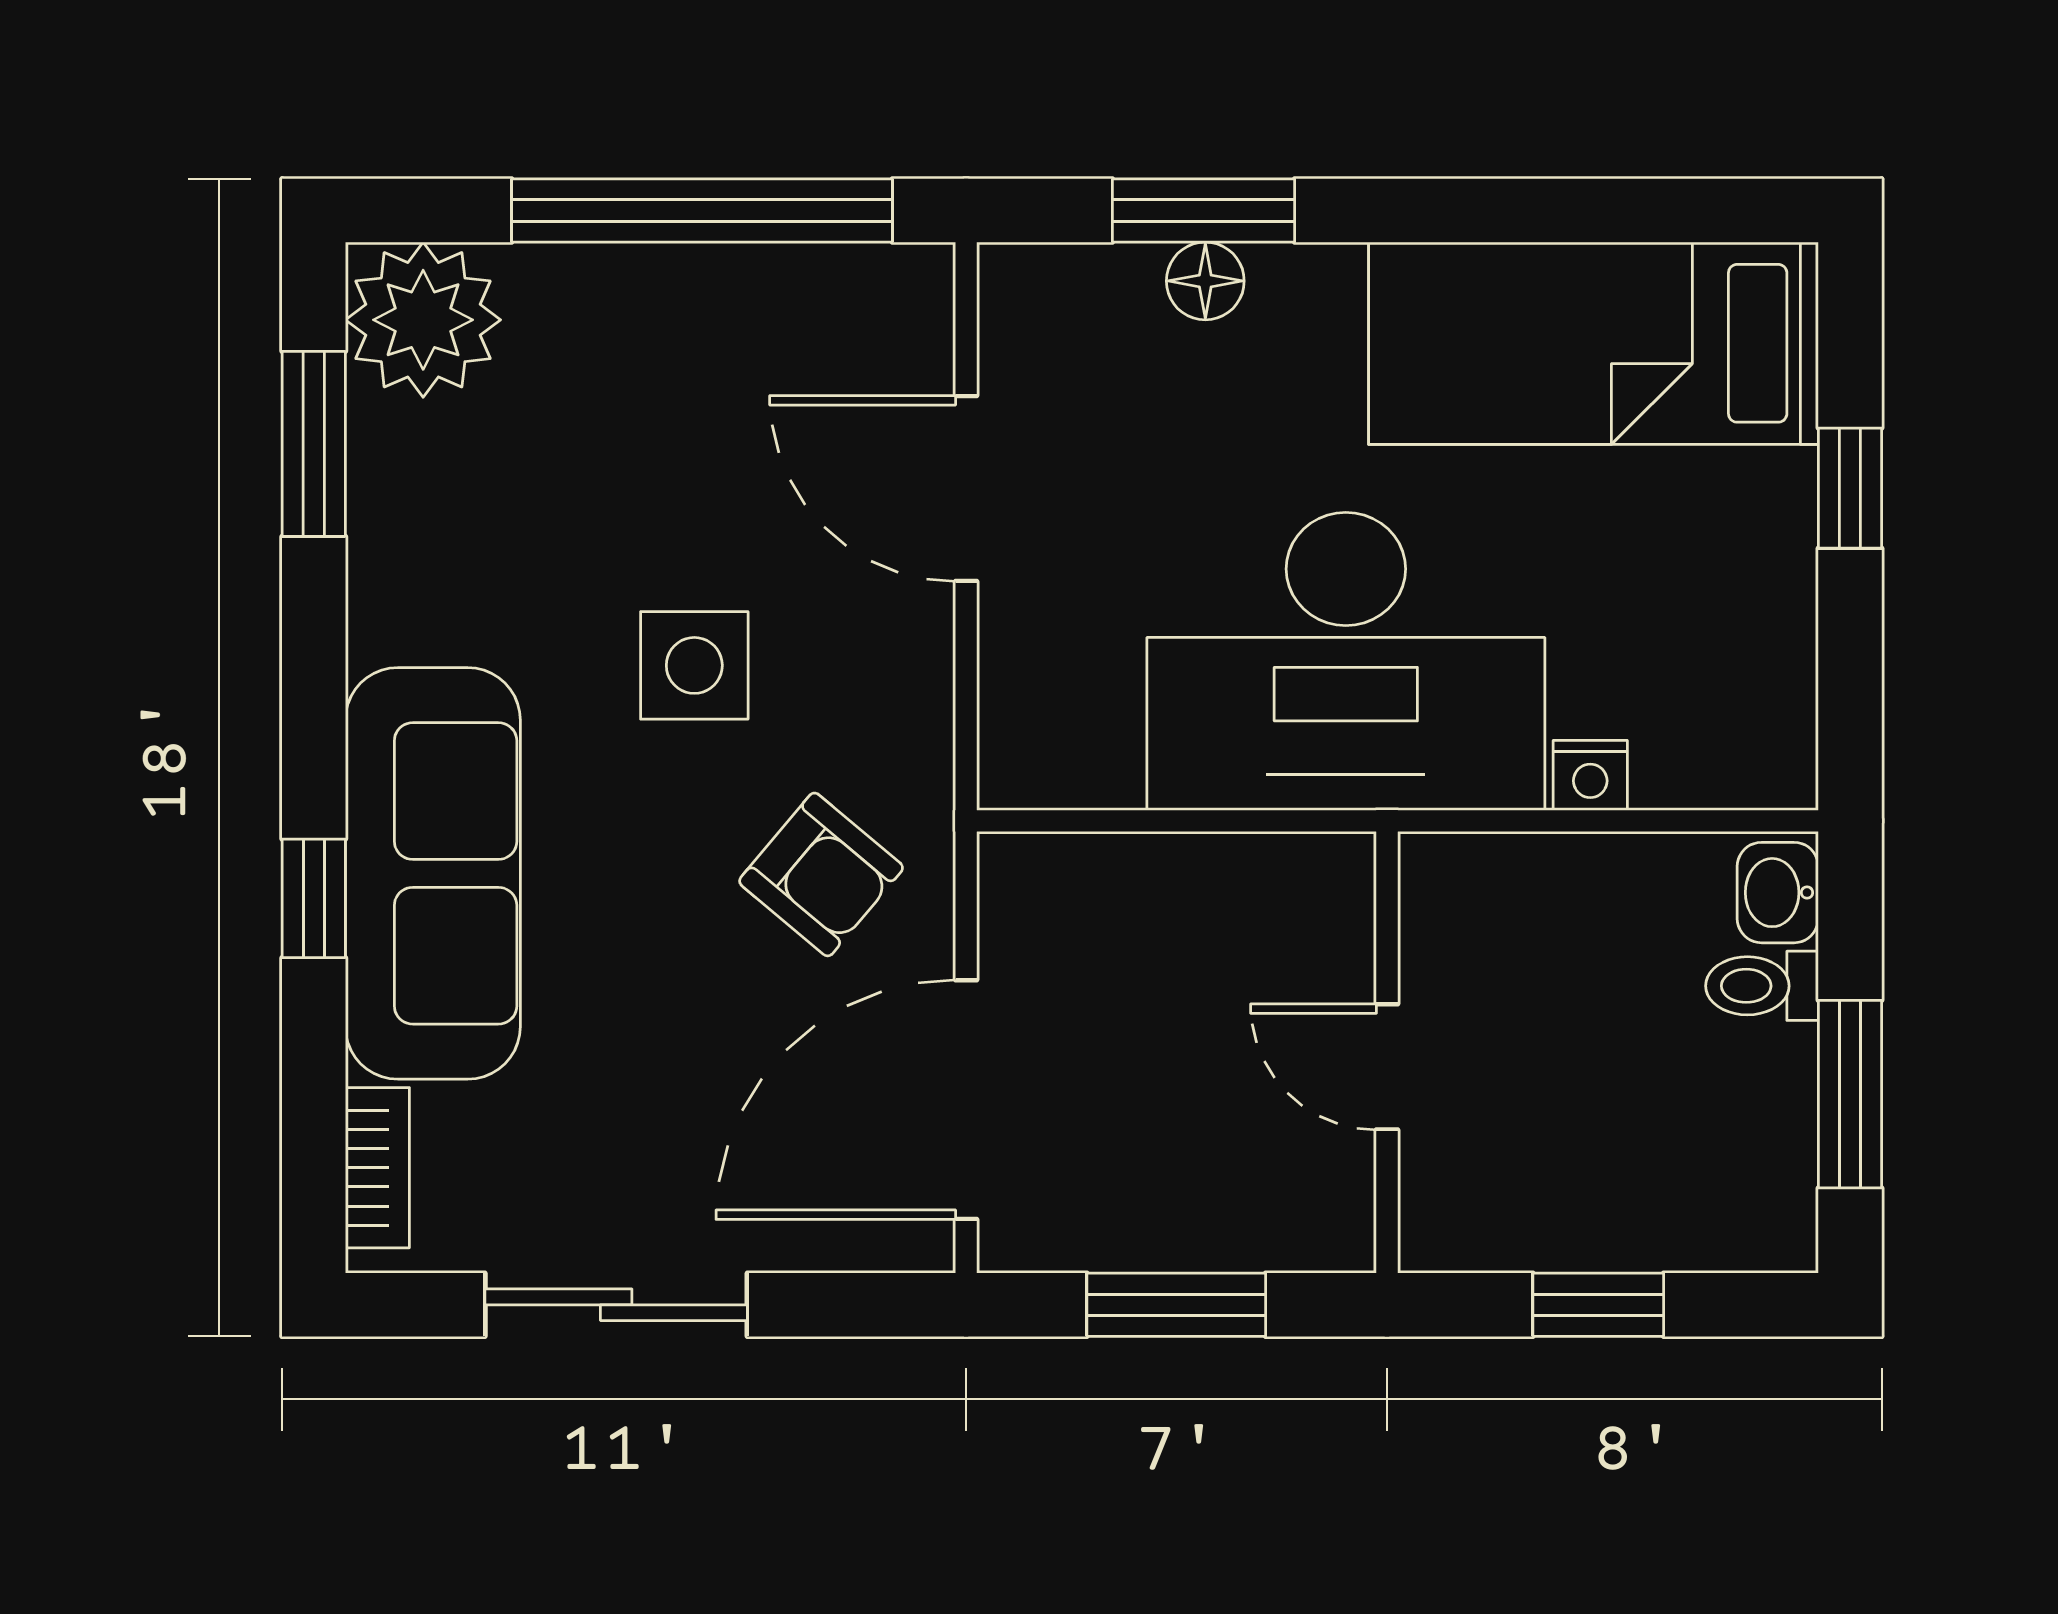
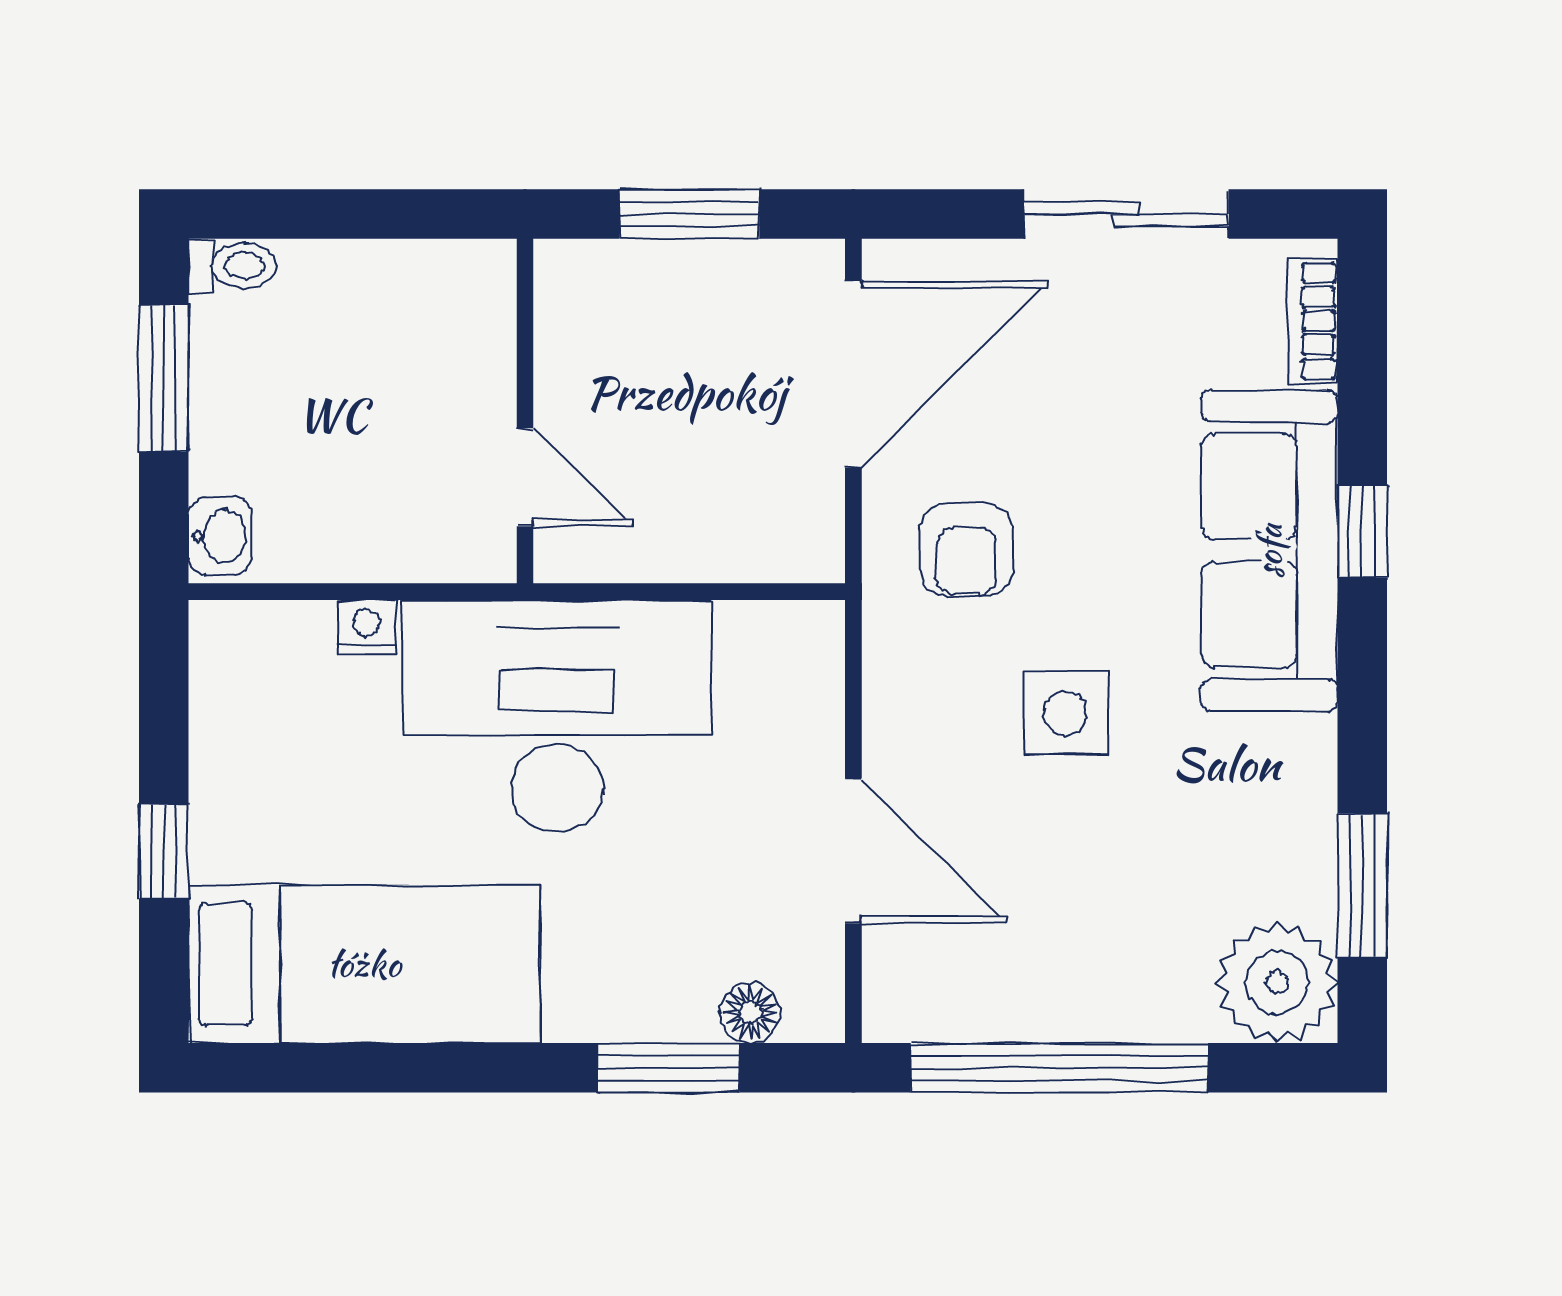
floor lamp: (1205, 281) -> (750, 1013), moved
armchair: (821, 874) -> (967, 550), turned -130
toilet: (1762, 986) -> (232, 266), moved
door: (1387, 1067) -> (525, 477), moved
window: (1598, 1305) -> (360, 214), removed

